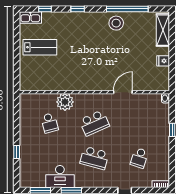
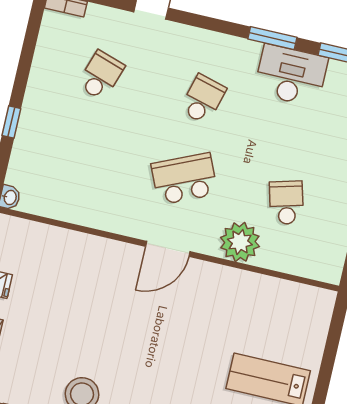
door: (123, 92) -> (168, 249), moved
school desk: (94, 158) -> (203, 99), width x0.54

